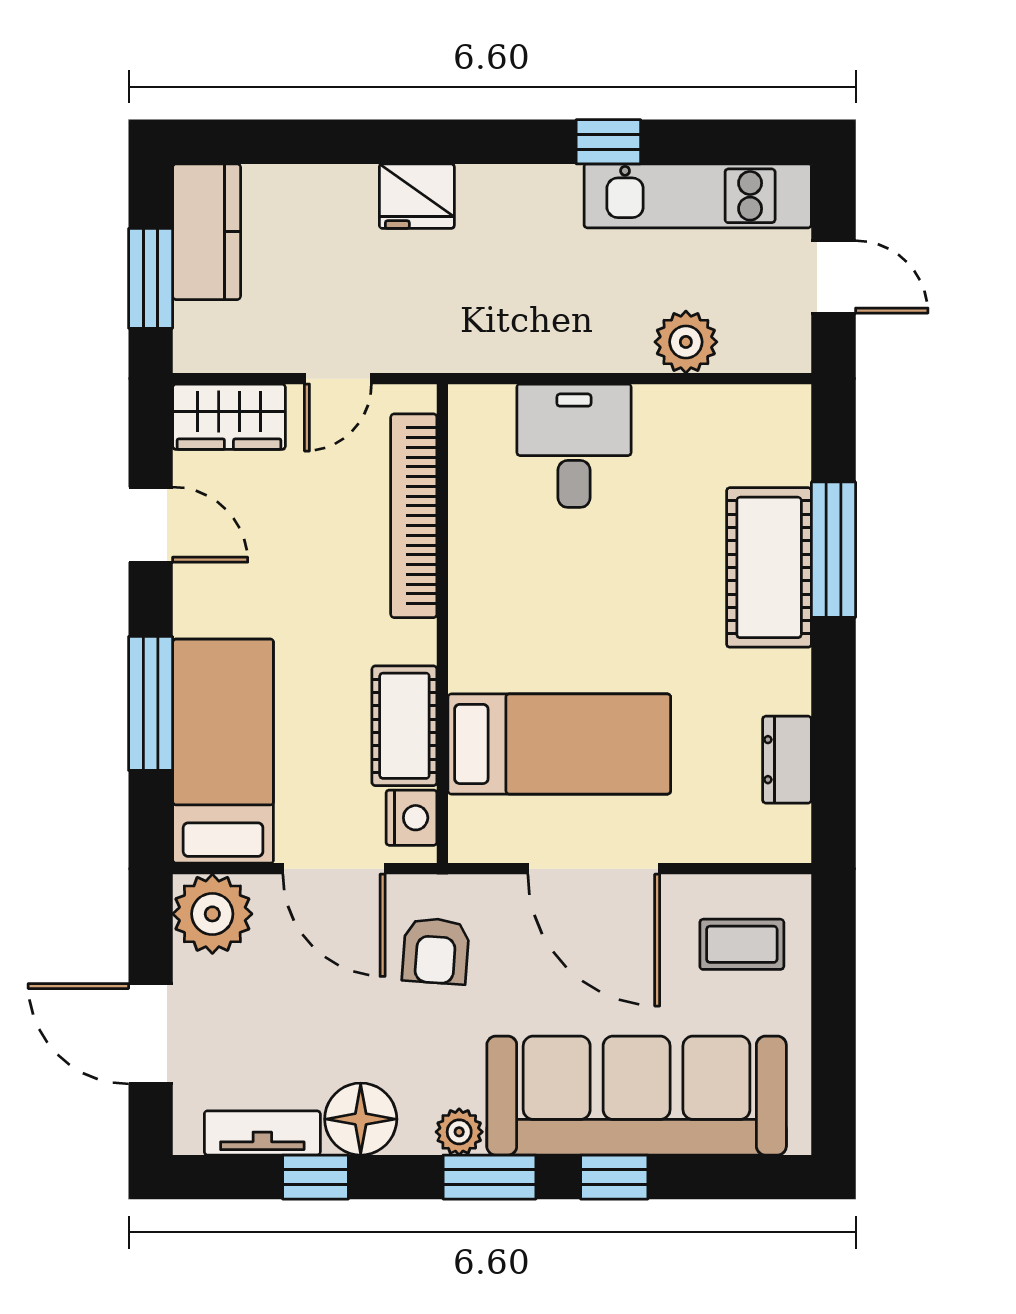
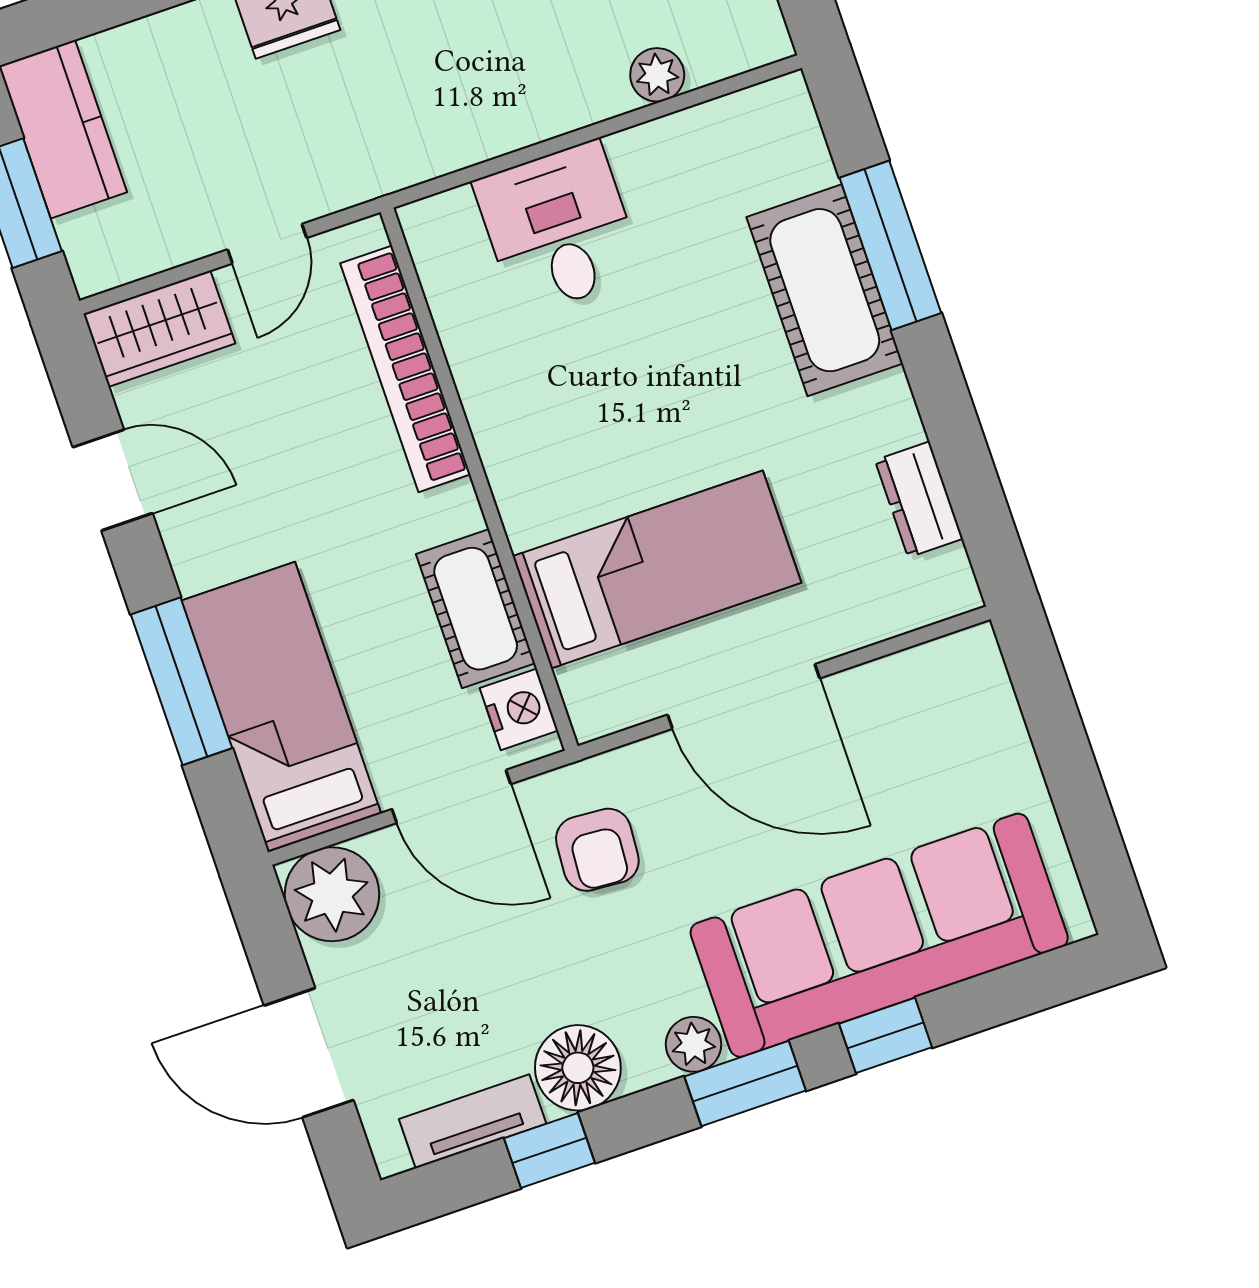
plant: (686, 342) -> (657, 75), width x0.73, depth x0.73
coffee table: (742, 944) -> (939, 725), removed

